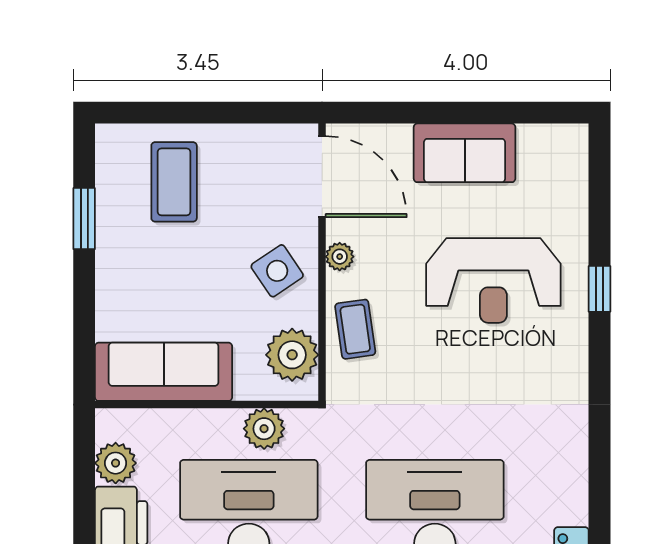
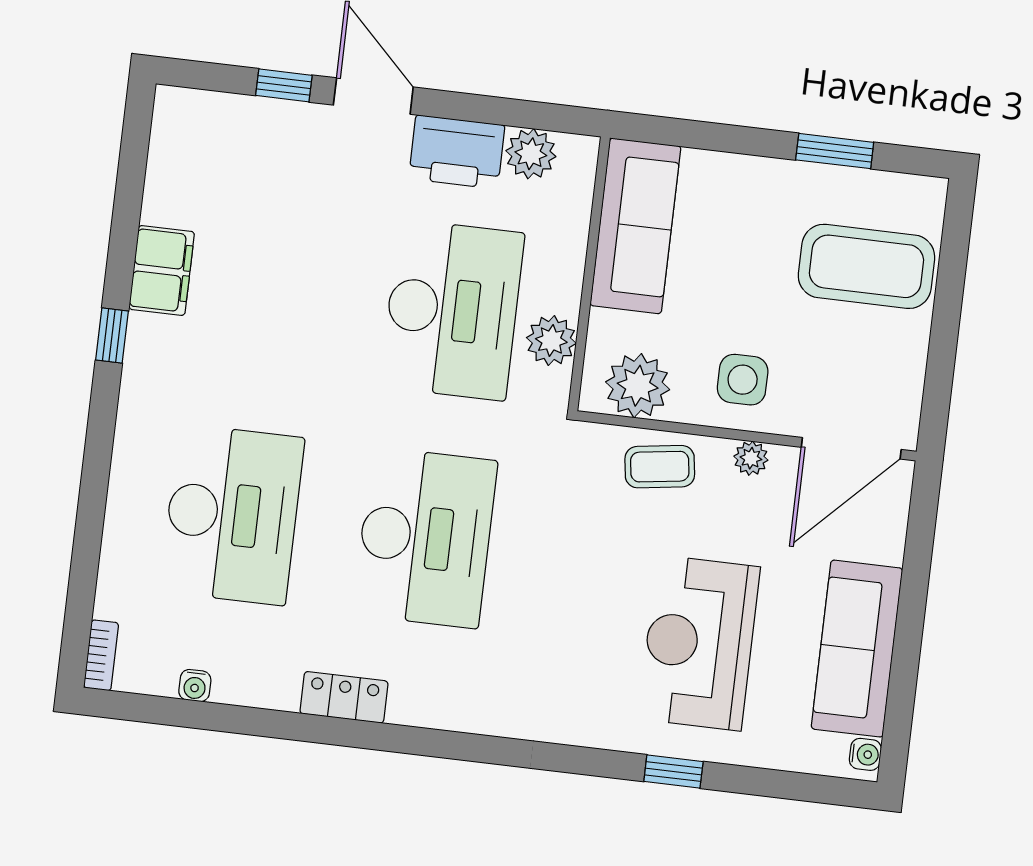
water cooler: (567, 136) -> (865, 754), added
sofa: (465, 153) -> (857, 649), width x1.36
coffee table: (174, 182) -> (866, 266), width x1.36, depth x1.32
side table: (277, 271) -> (743, 380), turned 34

